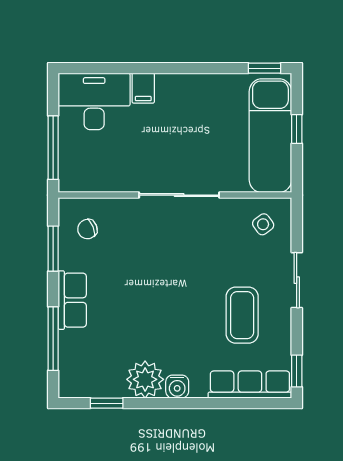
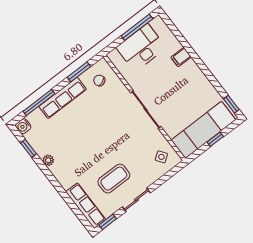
desk: (94, 101) -> (141, 48), moved, turned -90
window: (53, 148) -> (137, 27), moved
sliding door: (297, 280) -> (136, 200), moved
row of seats: (72, 300) -> (63, 98), width x1.48
plant: (145, 379) -> (48, 160), width x0.53, depth x0.53
water cooler: (177, 387) -> (23, 126), moved

